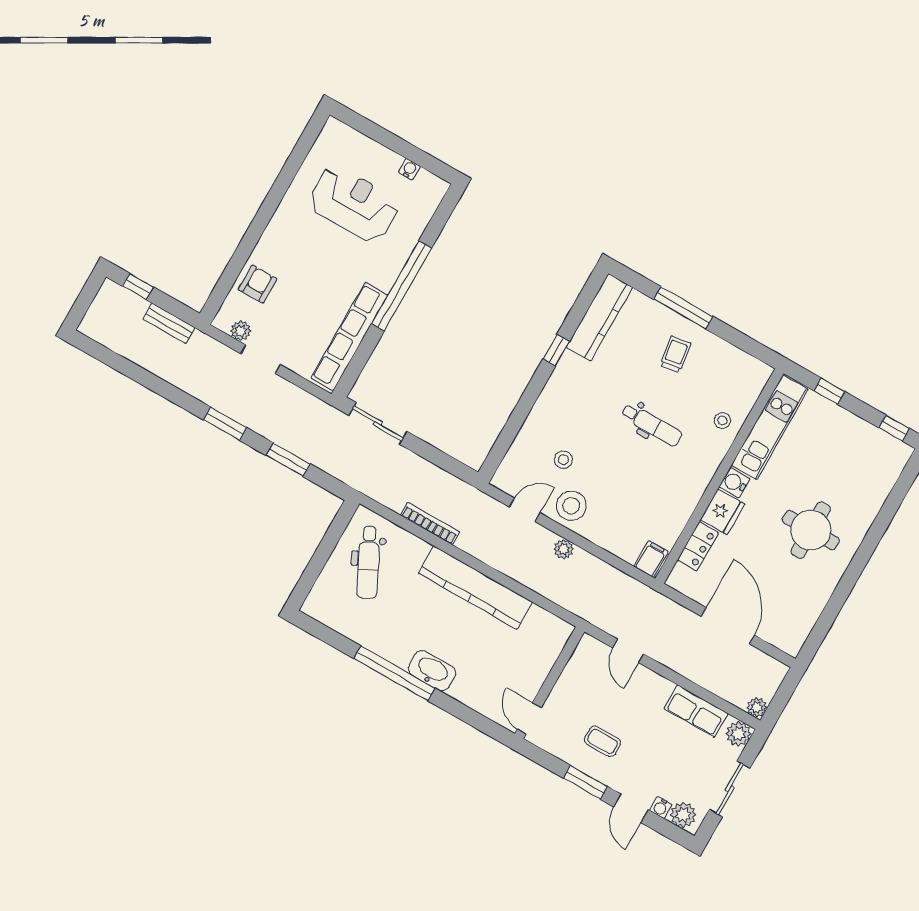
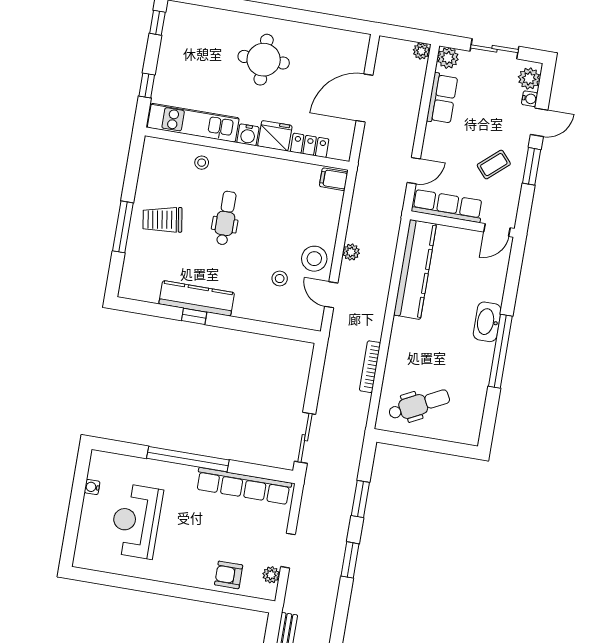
kitchen counter: (600, 317) -> (197, 298), moved
trolley: (675, 354) -> (162, 220), width x1.36, depth x1.39
kitchen counter: (475, 588) -> (415, 269), moved
row of seats: (576, 673) -> (447, 206), added
coffee table: (603, 741) -> (494, 165), turned 49

